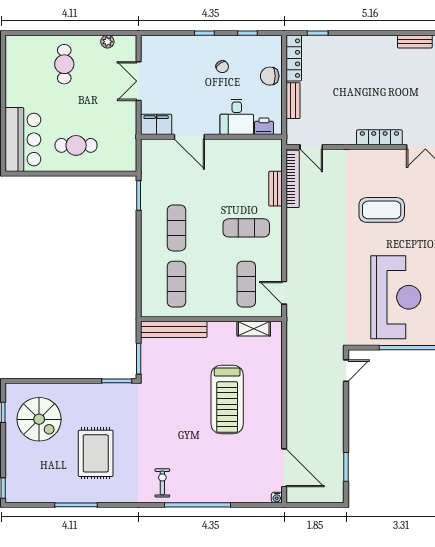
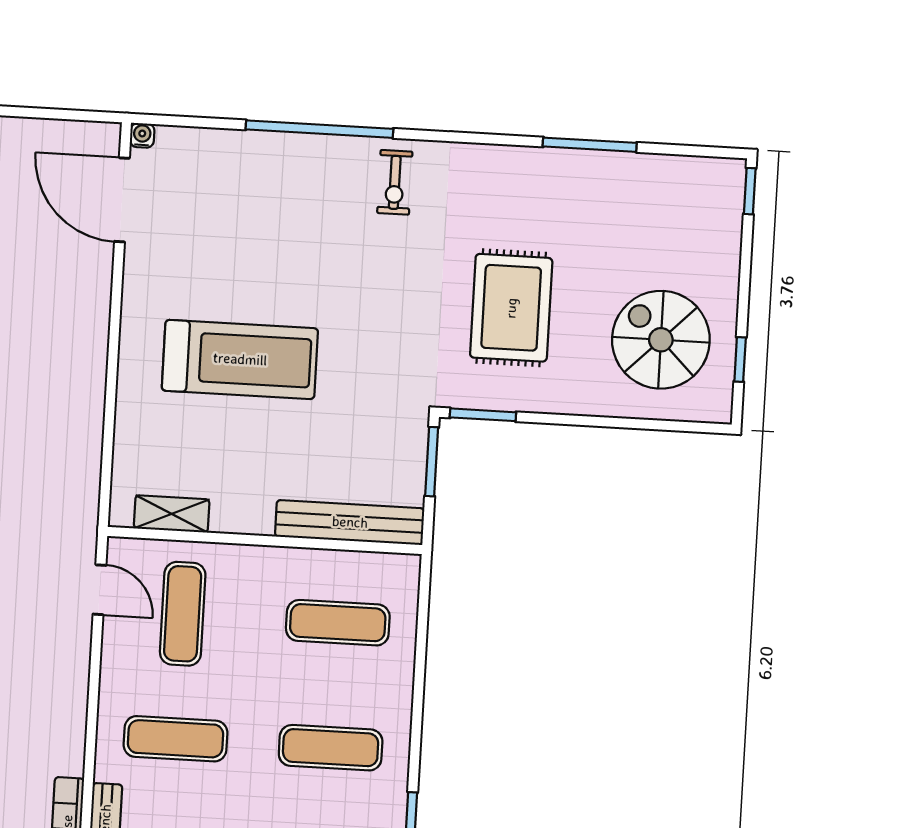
exercise mat: (176, 228) -> (331, 748), turned 90
exercise mat: (176, 284) -> (338, 623), turned 90
treadmill: (227, 400) -> (240, 359), turned 90
rug: (96, 453) -> (511, 308), moved

